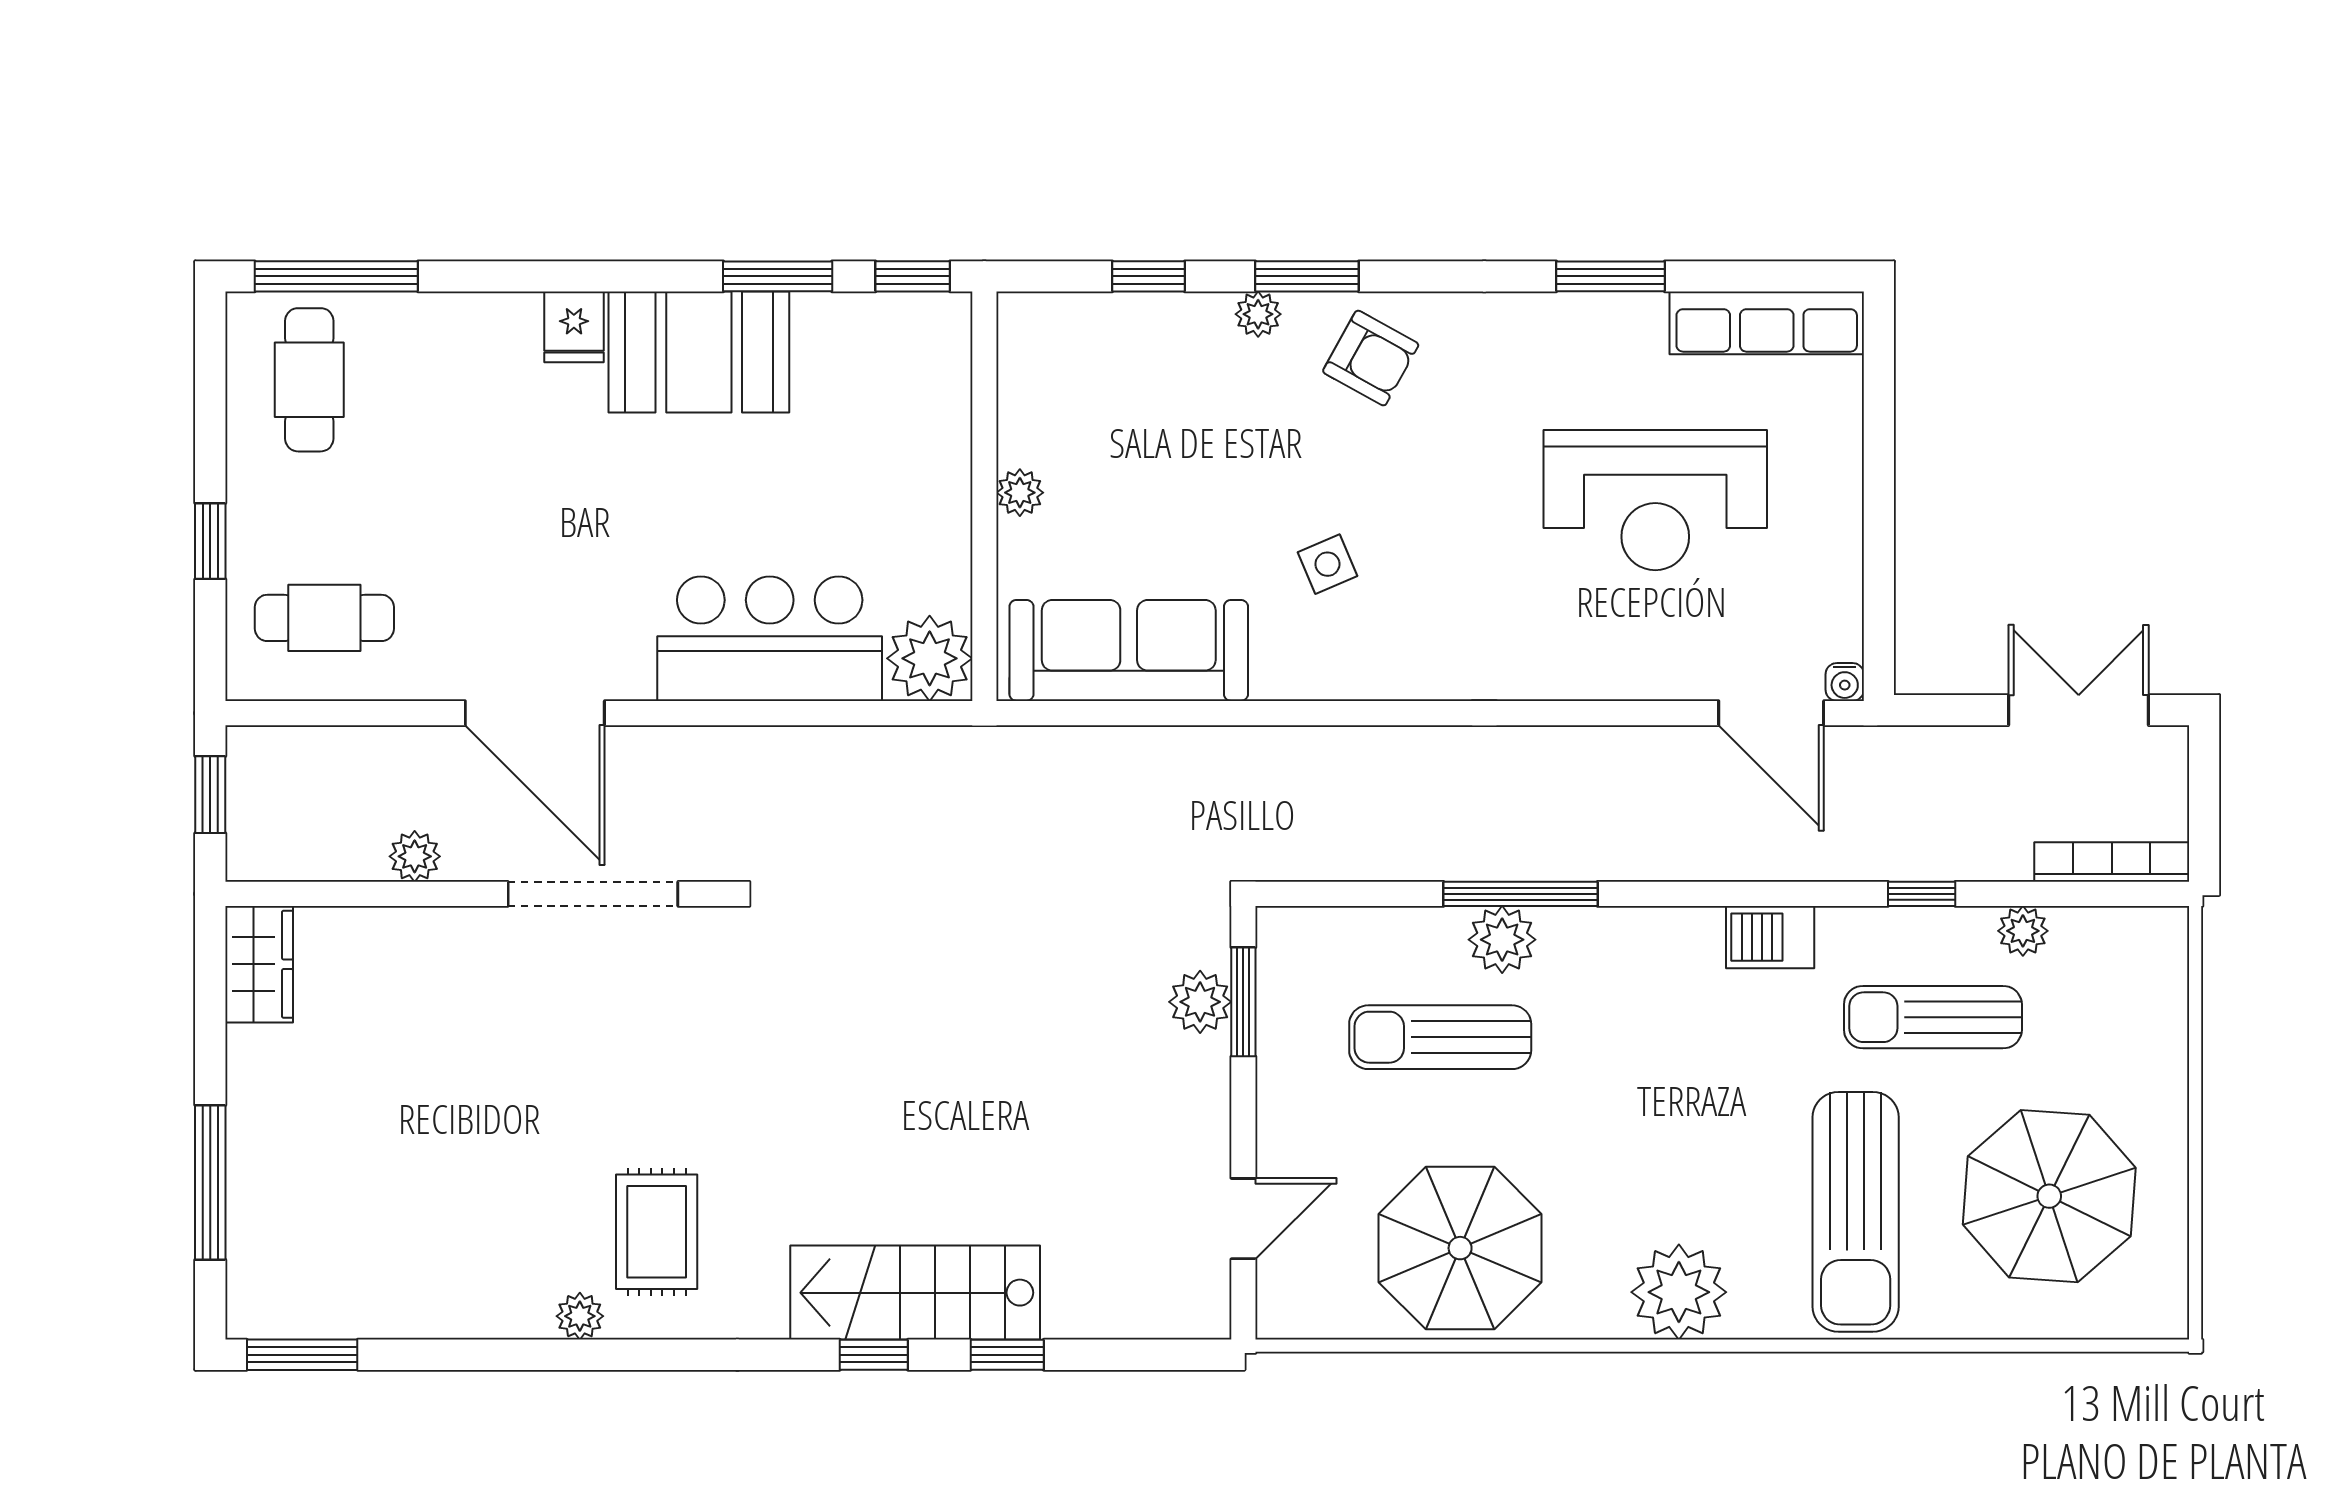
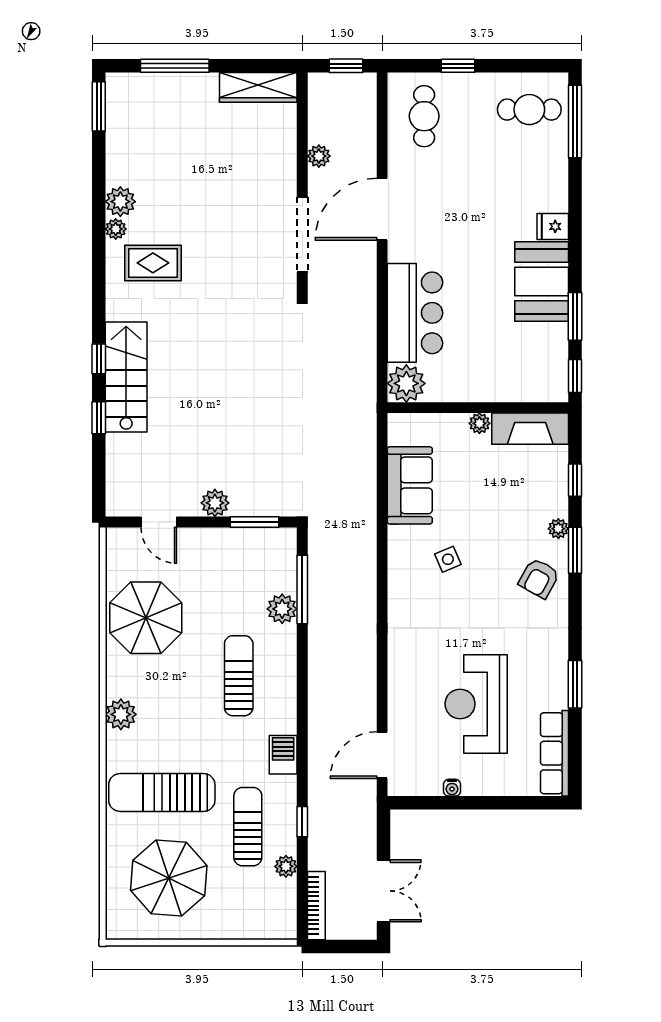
fireplace: (1032, 378) -> (530, 429), added
sofa: (1129, 650) -> (410, 485), width x0.73
water cooler: (1845, 682) -> (452, 788), moved, turned -90
window: (1520, 894) -> (302, 589), moved
plant: (1502, 940) -> (282, 609), moved
wardrobe: (259, 964) -> (258, 87), width x1.50
plant: (1200, 1002) -> (215, 503), moved
sun lounger: (1440, 1037) -> (239, 676), moved
plant: (1679, 1292) -> (121, 714), width x0.73, depth x0.73
plant: (518, 1306) -> (120, 202), added

